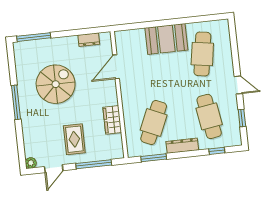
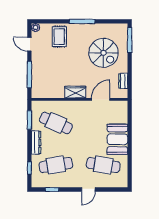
door: (116, 67) -> (101, 99), hinge flipped
spiral stairs: (56, 84) -> (103, 53), moved
door: (238, 85) -> (88, 189), moved
wardrobe: (112, 120) -> (75, 92), moved
rug: (74, 139) -> (59, 37), moved, turned 90

